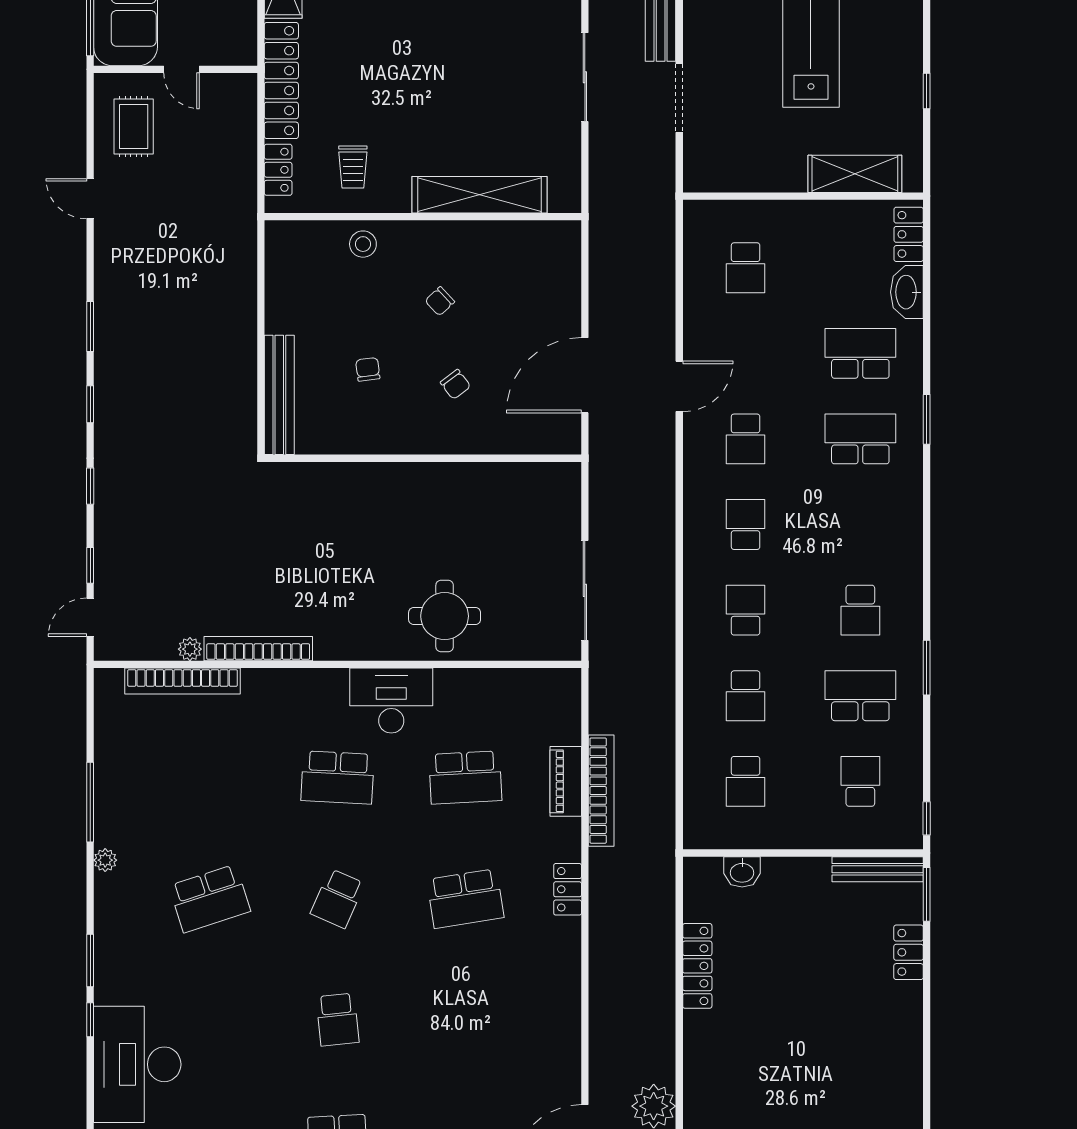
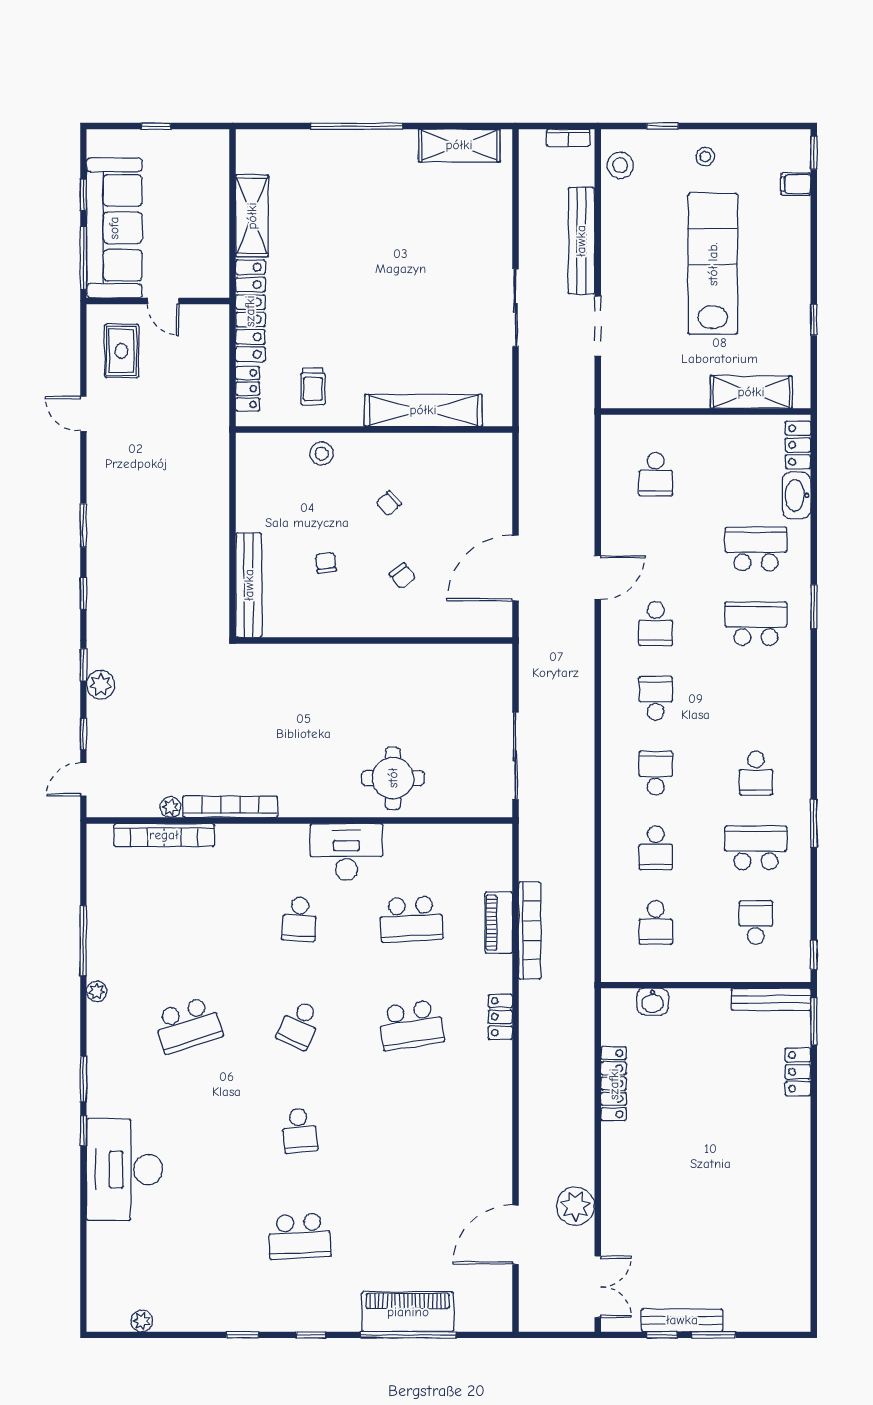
plant: (110, 509) -> (101, 685), added
school desk: (338, 777) -> (299, 919), width x0.54

